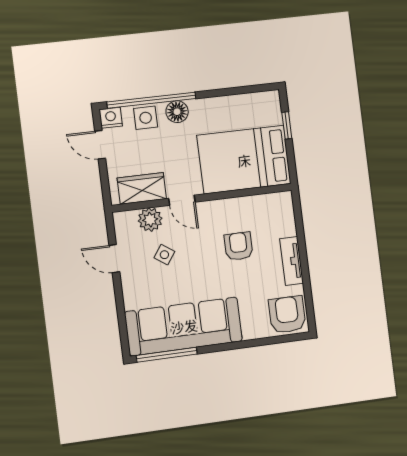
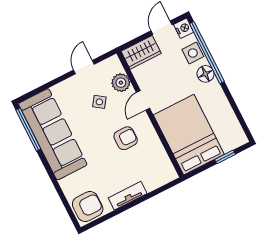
wardrobe: (142, 188) -> (141, 52), moved, turned 90
armchair: (238, 246) -> (126, 138), moved

